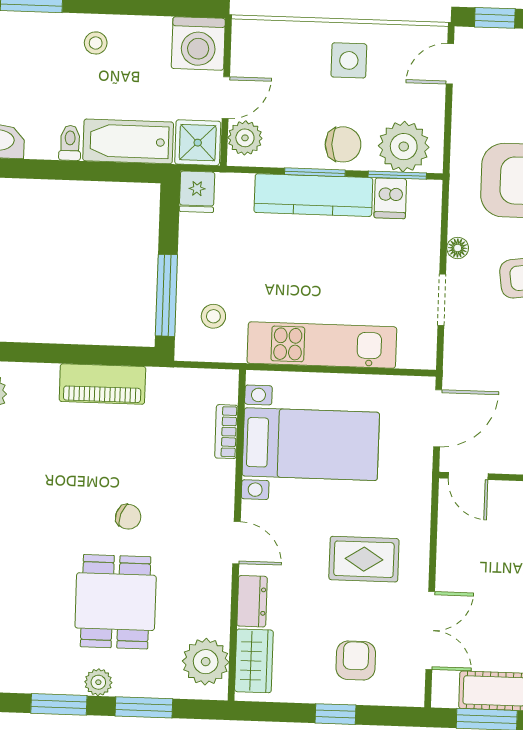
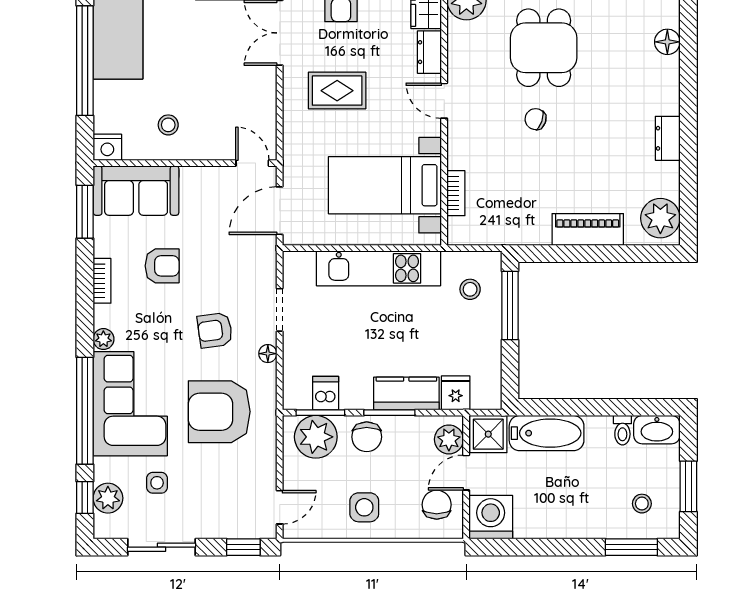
stool: (96, 43) -> (642, 504), moved
chair: (262, 61) -> (437, 505), added
toilet: (70, 143) -> (622, 430), moved
chair: (343, 144) -> (367, 437), turned -88
fridge: (197, 192) -> (456, 393), moved
kitchen counter: (313, 195) -> (406, 394), width x0.67
piano: (102, 384) -> (588, 229), moved

